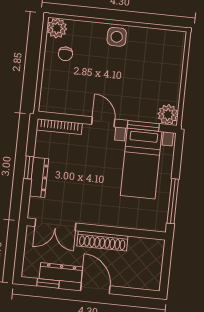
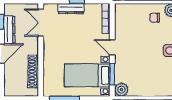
door: (103, 122) -> (112, 47), swing flipped
shoe rack: (102, 241) -> (33, 72), moved

